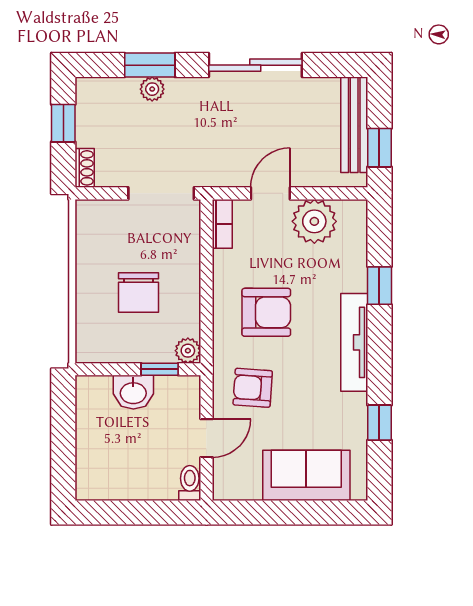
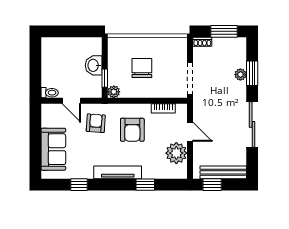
window: (63, 123) -> (224, 31), width x1.50
bookcase: (222, 224) -> (163, 108), moved
chair: (139, 293) -> (142, 68), turned 90

